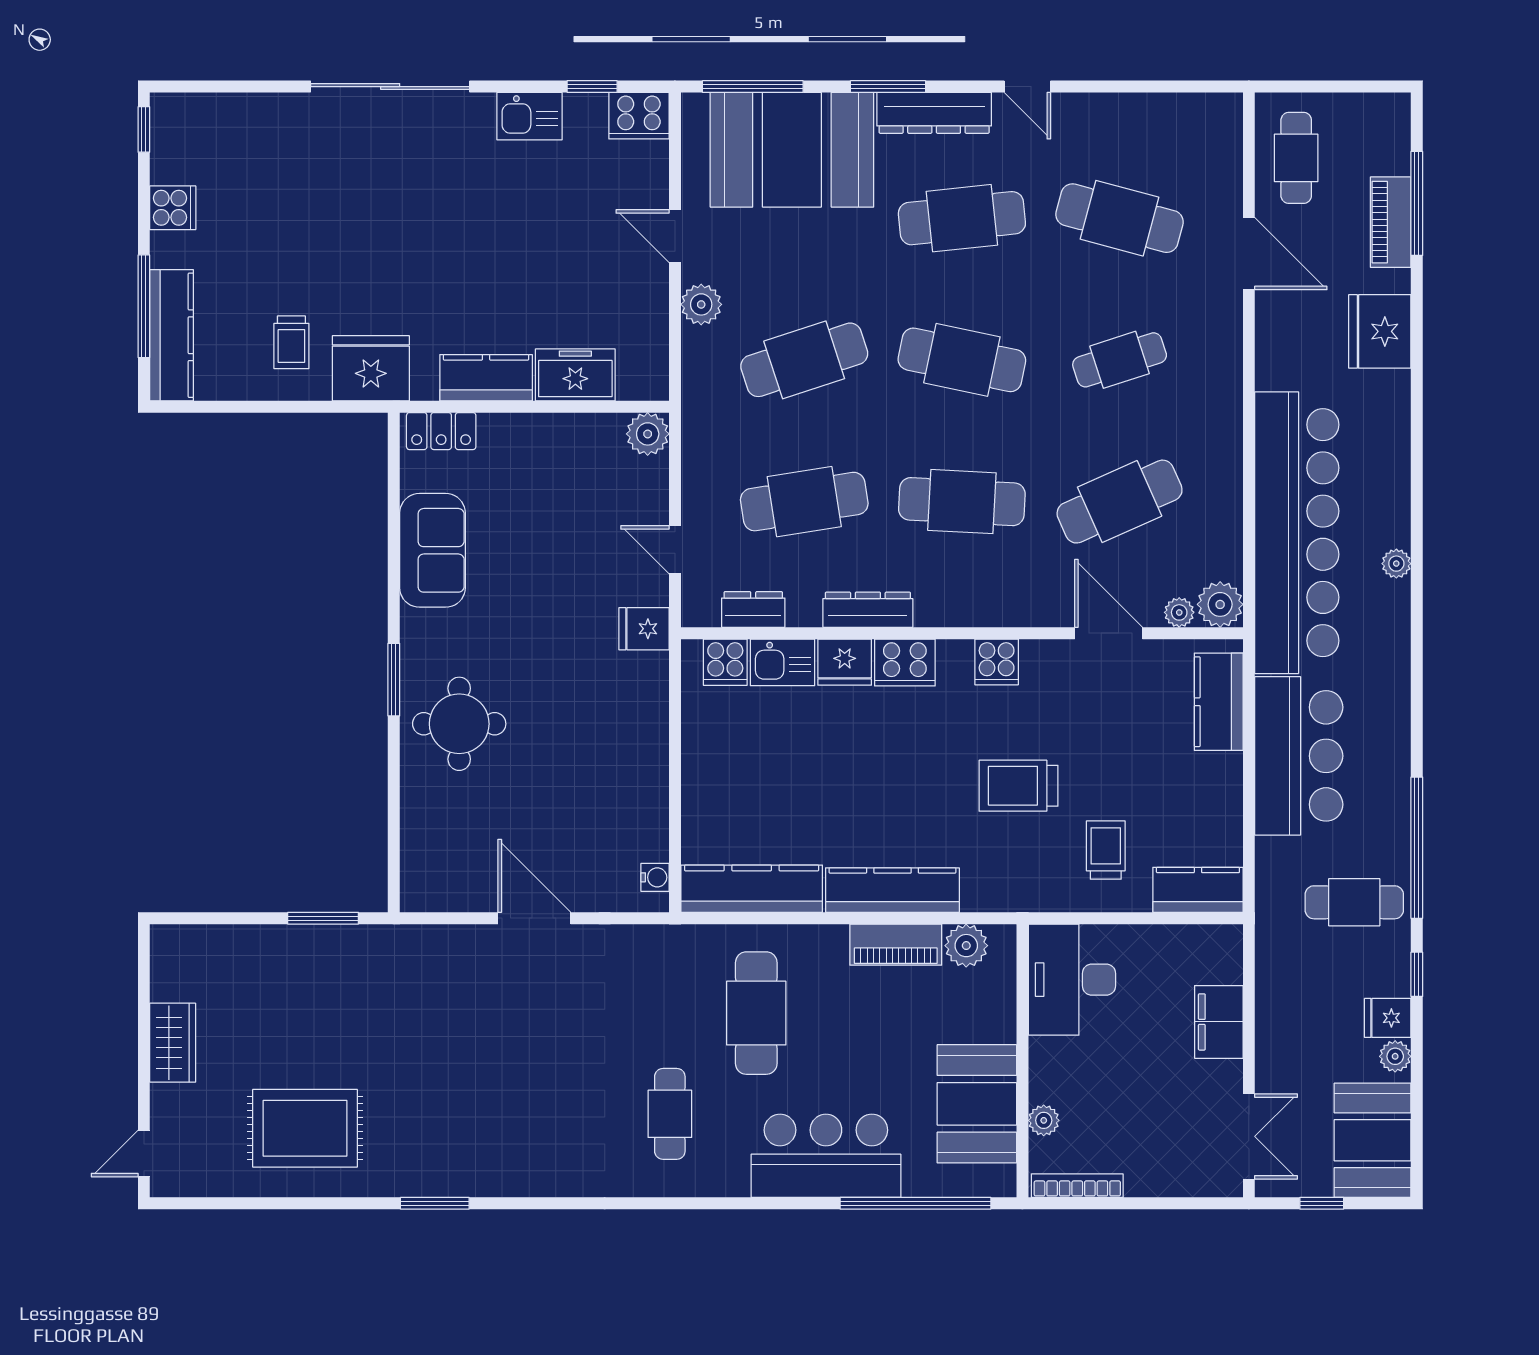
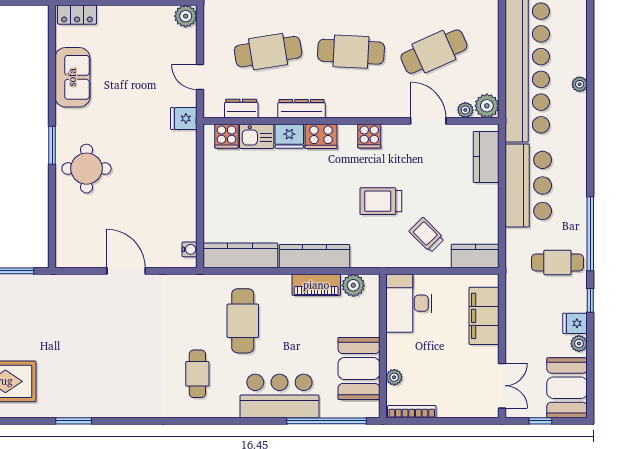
trolley: (1106, 850) -> (427, 235), turned -45
filing cabinet: (1219, 1022) -> (484, 316), width x1.50, depth x1.17

